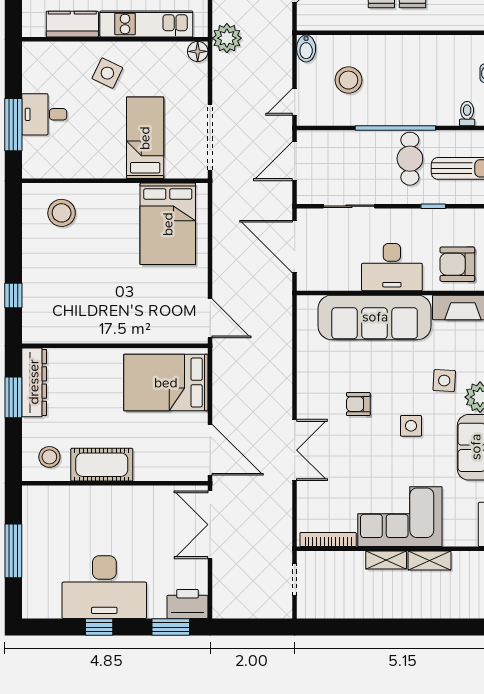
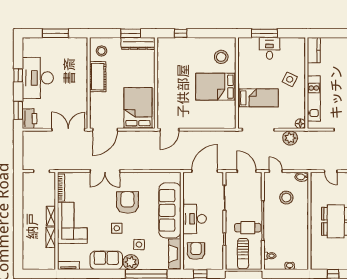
kitchen counter: (72, 24) -> (314, 50), moved
plant: (227, 38) -> (290, 138), moved
bed: (168, 224) -> (216, 87), moved
armchair: (358, 404) -> (127, 202), width x1.88, depth x1.88

